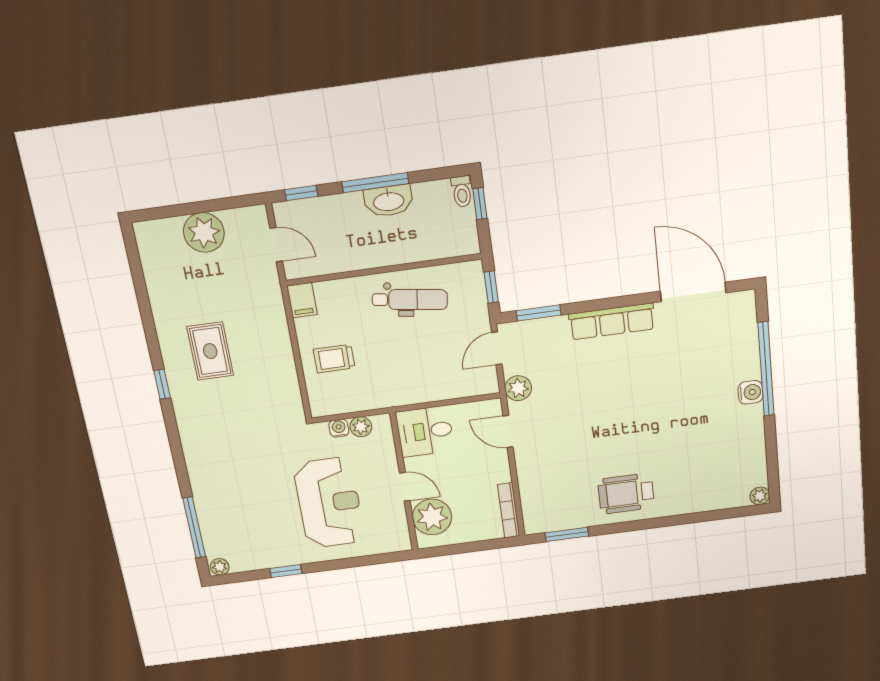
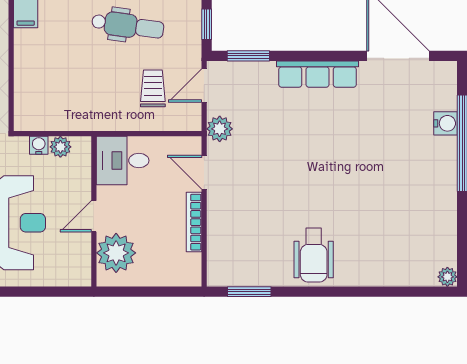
trolley: (334, 359) -> (153, 88), moved, turned 90
water cooler: (750, 392) -> (446, 123), moved
door: (405, 487) -> (94, 216), swing flipped
wheelchair: (626, 494) -> (314, 255), turned -90
bookcase: (509, 510) -> (194, 222), moved

